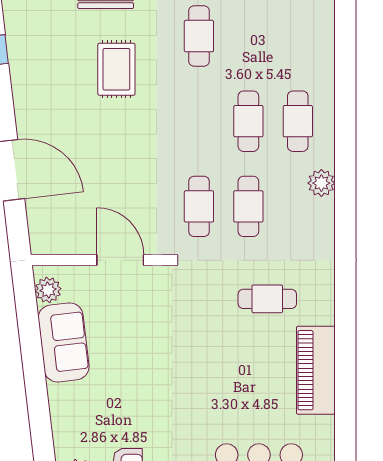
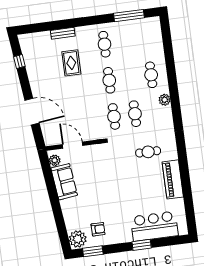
cafe table: (248, 121) -> (109, 80), moved
door: (120, 260) -> (73, 145), moved

